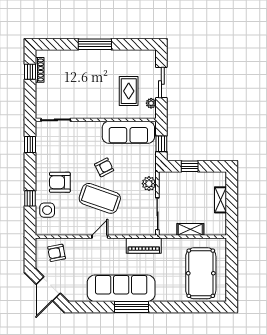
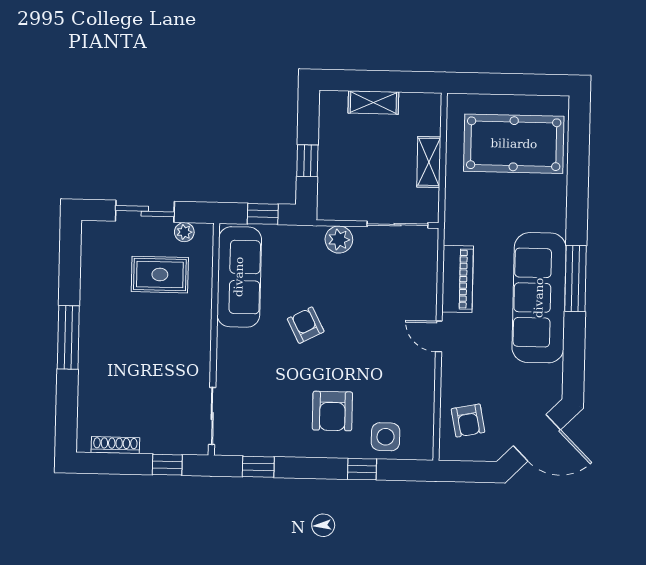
window: (30, 72) -> (167, 465), moved
coffee table: (100, 198) -> (365, 335), removed
piano: (144, 246) -> (458, 279), moved

